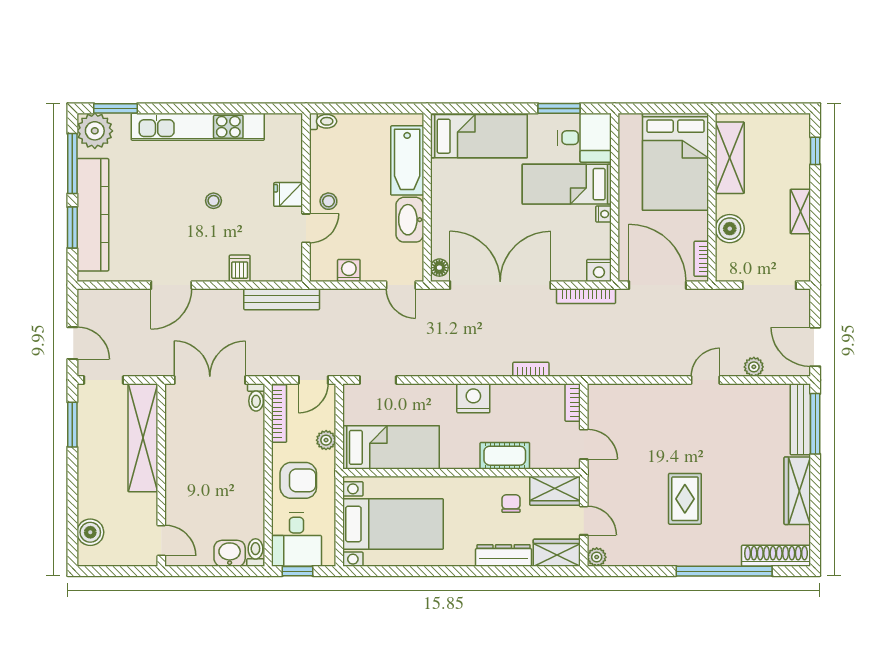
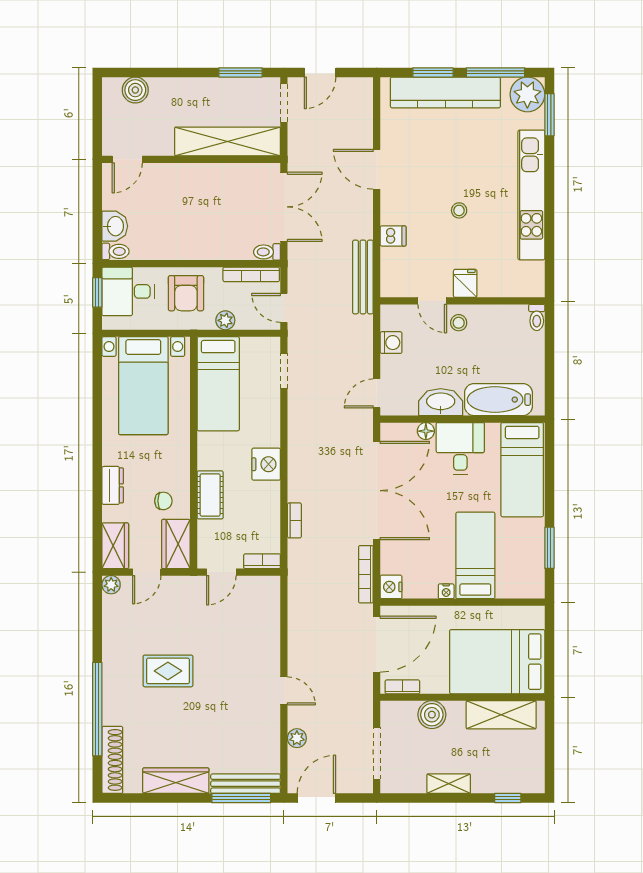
desk: (584, 138) -> (460, 448), moved, turned 180
floor lamp: (439, 268) -> (426, 431), moved
dresser: (504, 555) -> (113, 485), width x0.70

